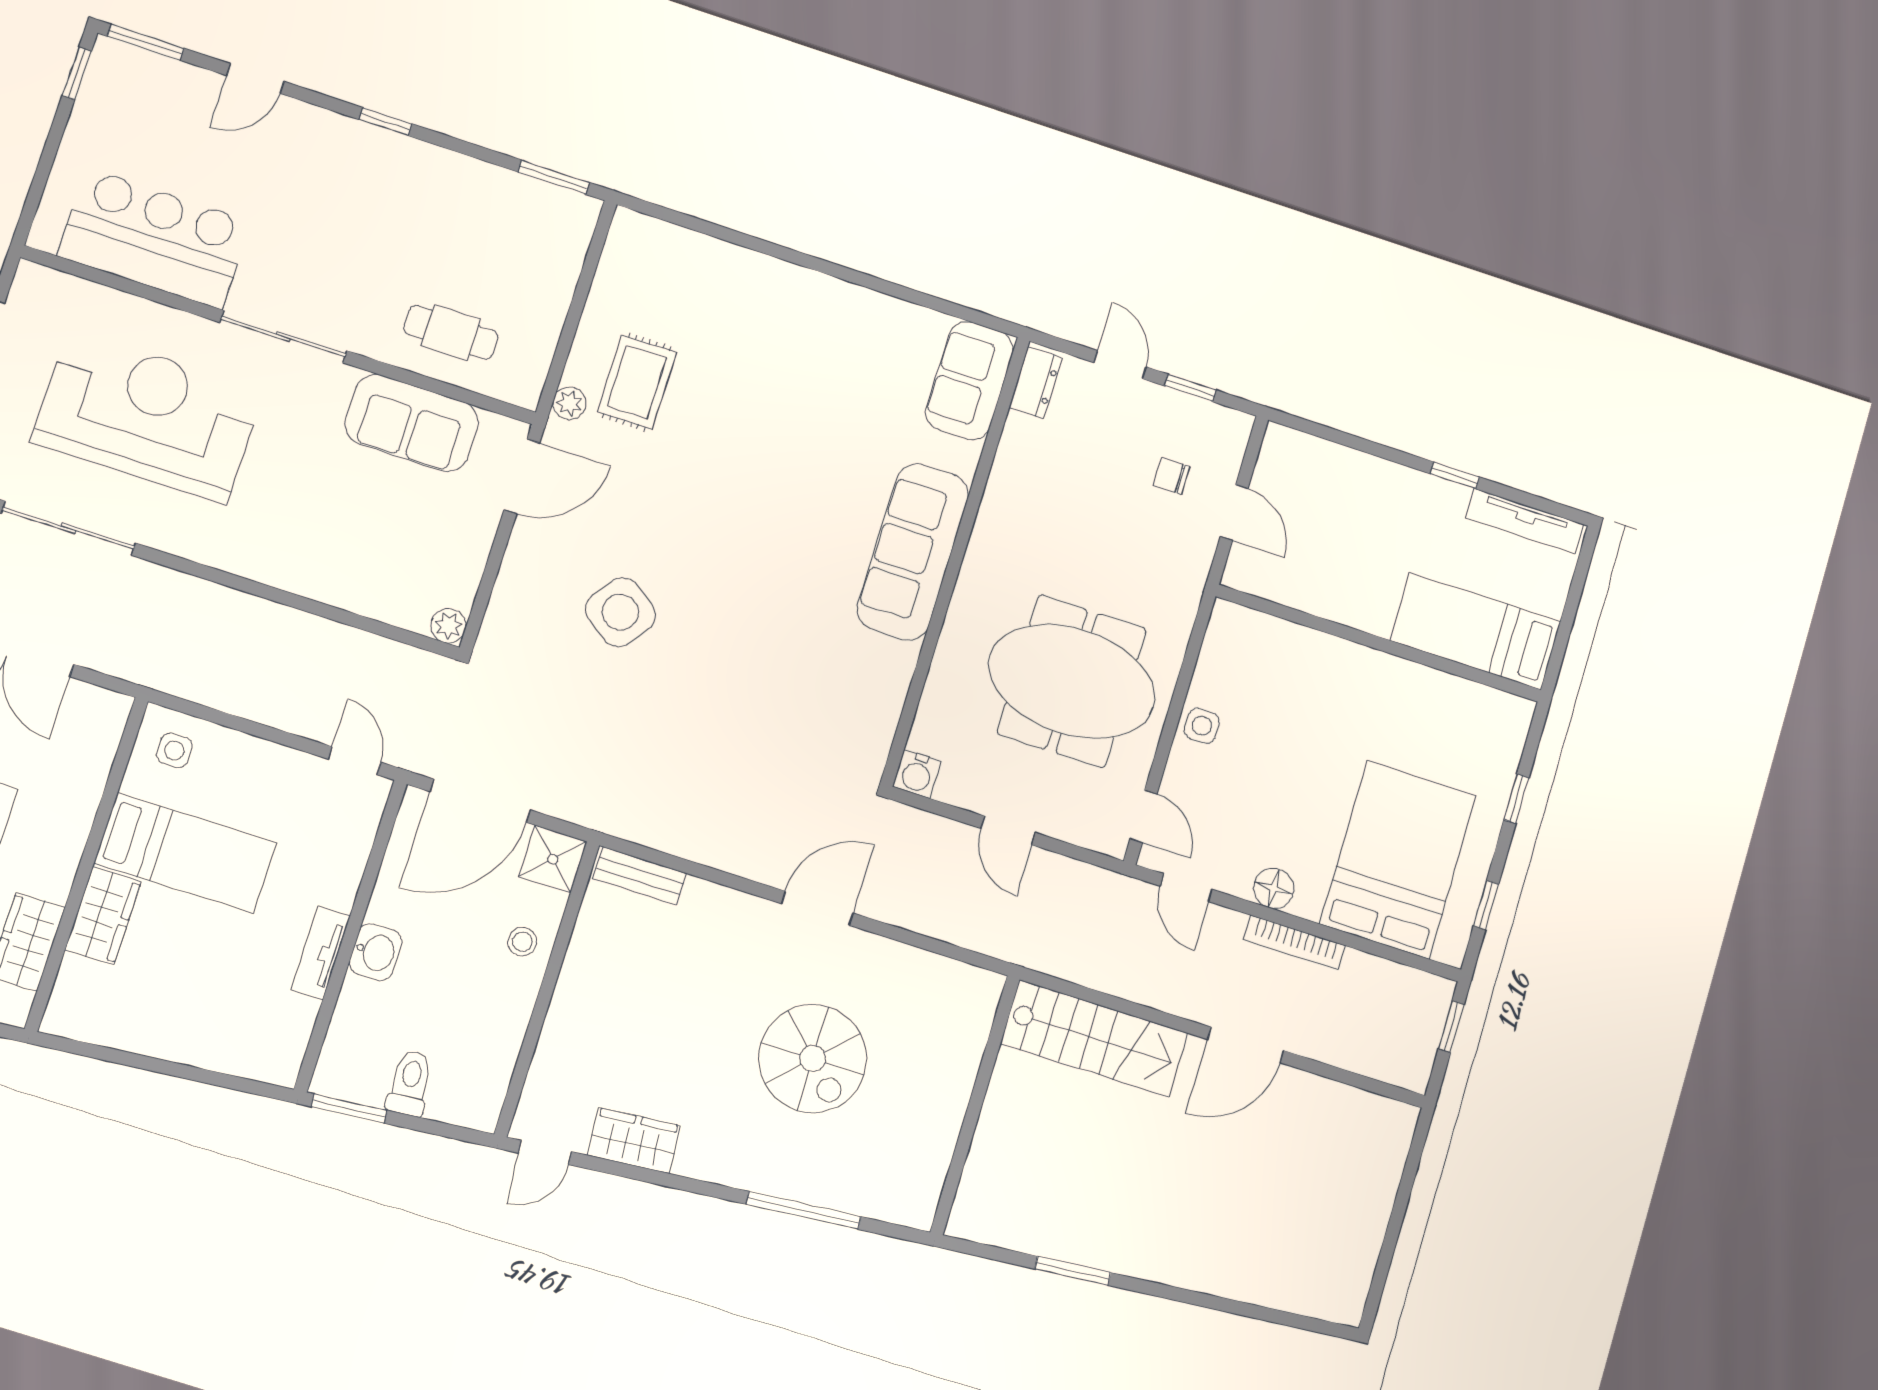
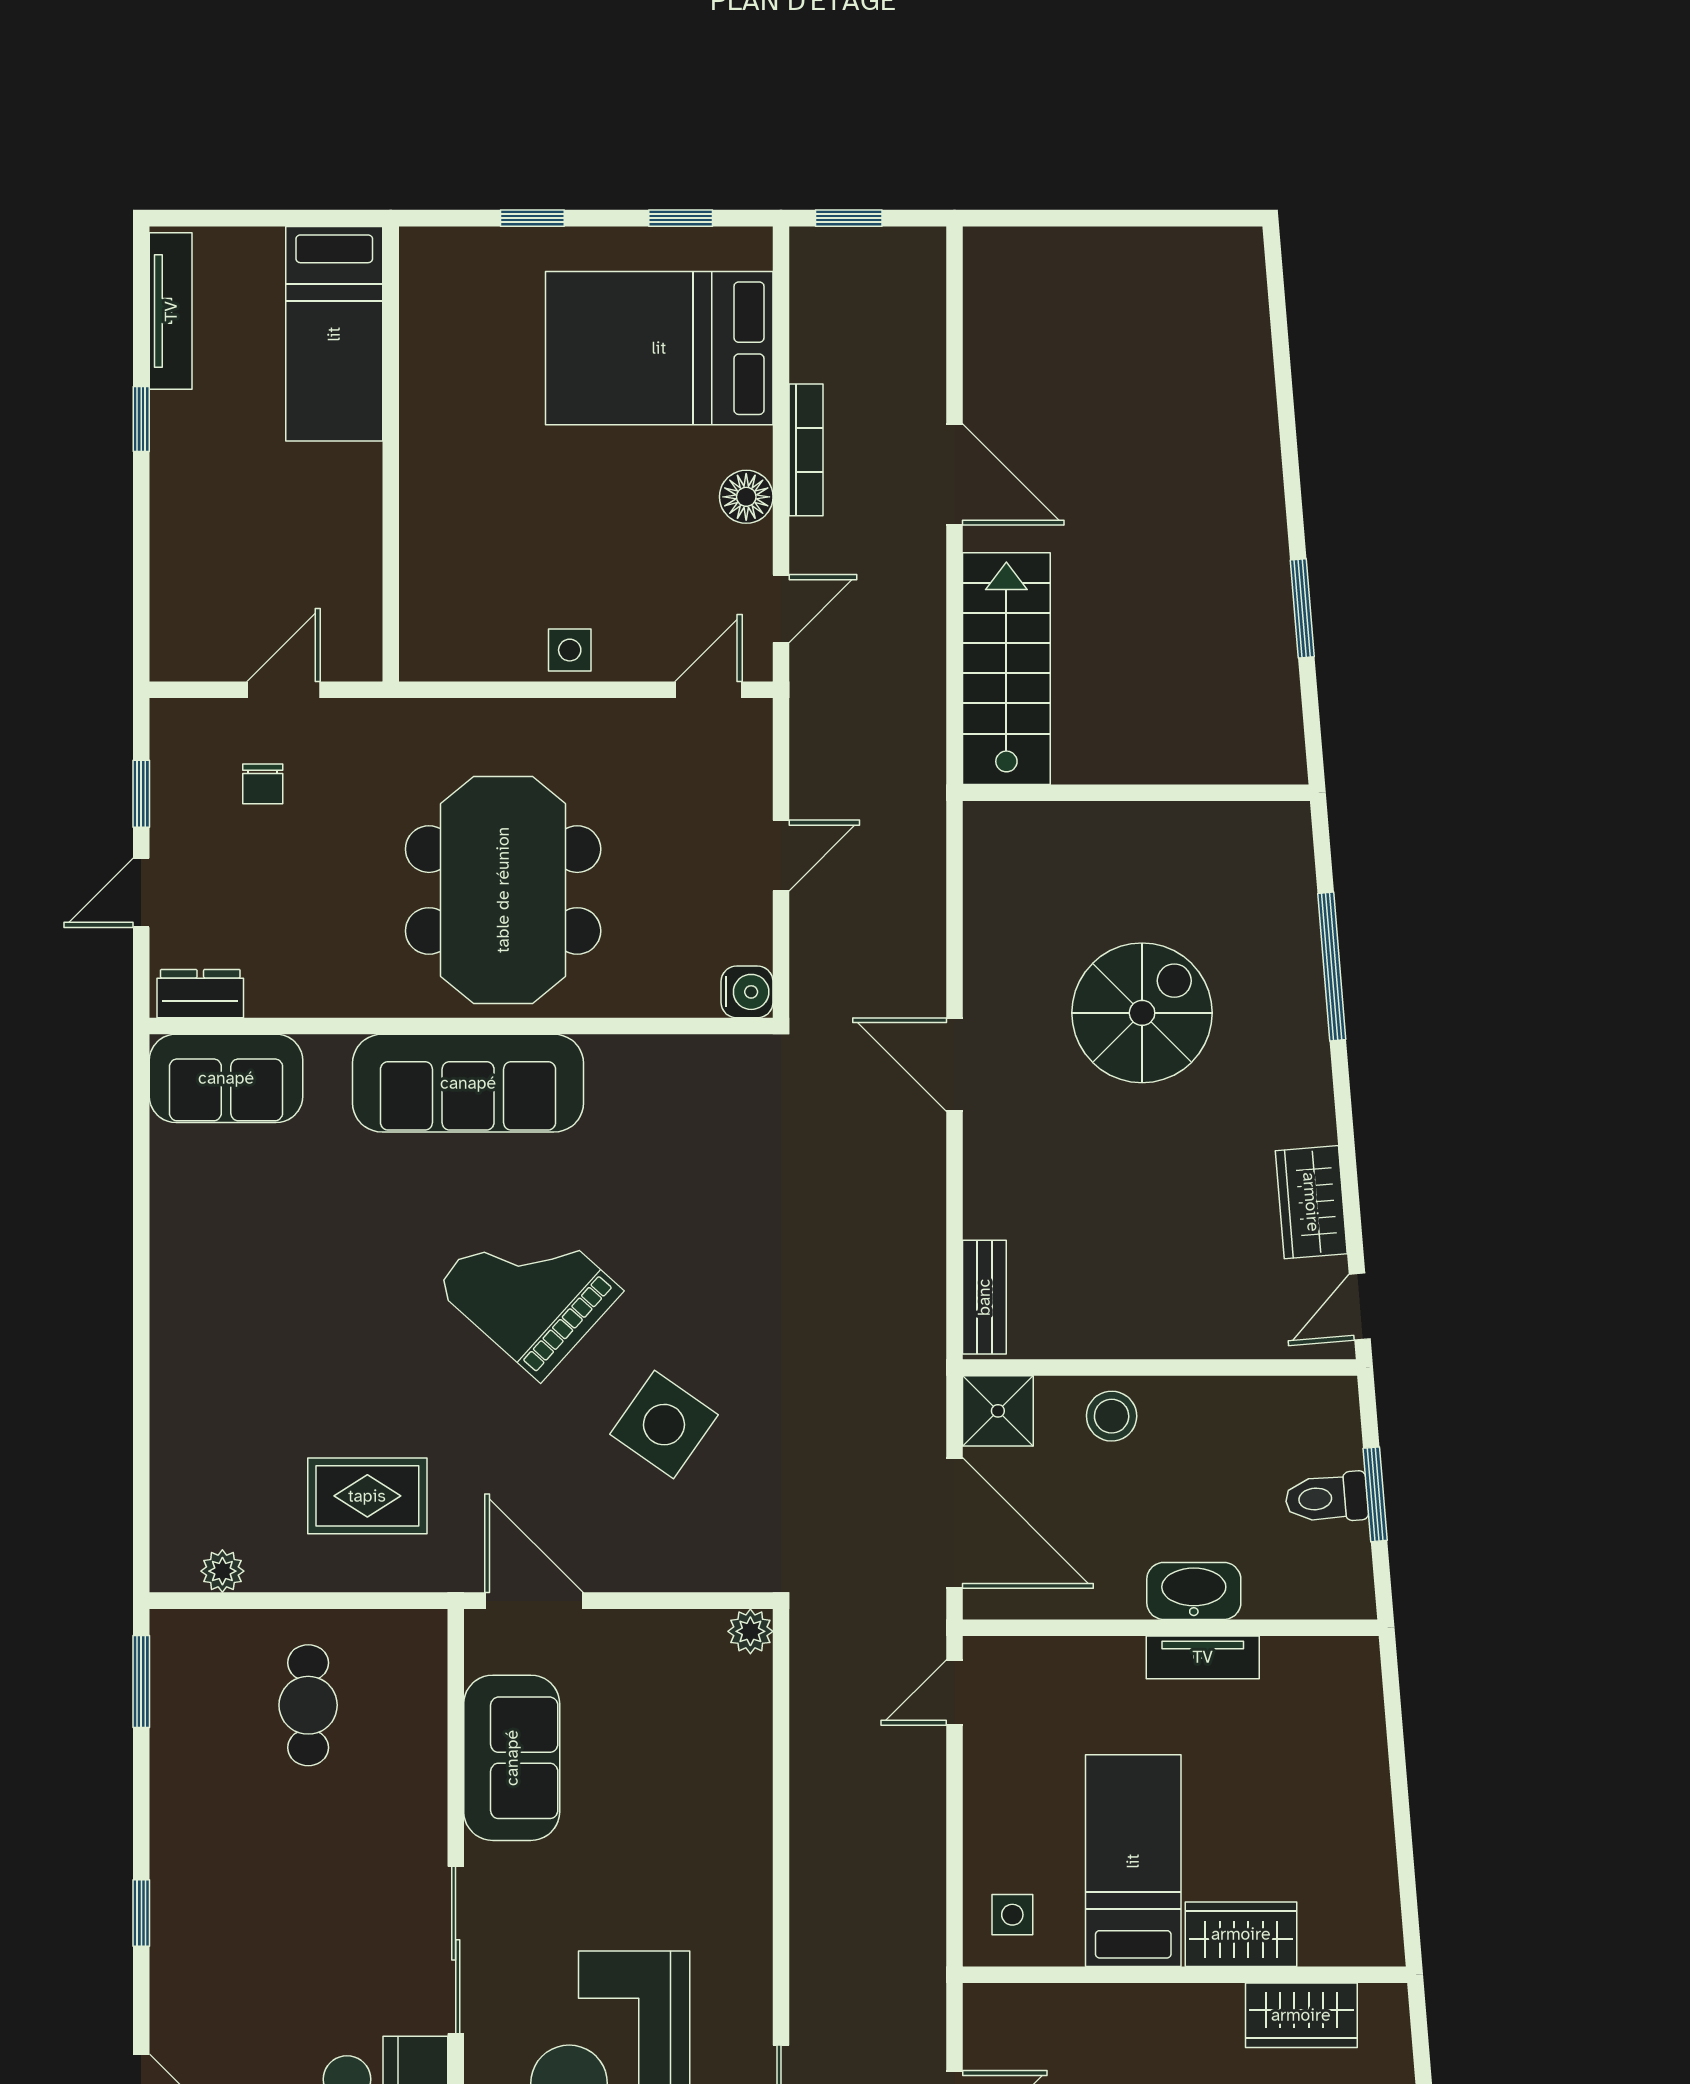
cafe table: (451, 332) -> (308, 1705), moved
plant: (569, 403) -> (222, 1571), moved
grand piano: (750, 547) -> (529, 1289), added
meeting table: (1072, 681) -> (503, 890), moved
stool: (522, 942) -> (1112, 1416), width x1.37, depth x1.37
washbasin: (376, 952) -> (1194, 1591), width x1.38
window: (349, 1108) -> (1375, 1494), moved
door: (545, 1152) -> (1360, 1307), swing flipped

